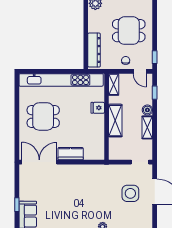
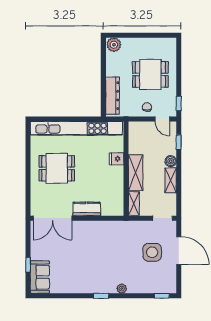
shelving: (114, 84) -> (134, 204), moved
double door: (39, 162) -> (53, 218), swing flipped

